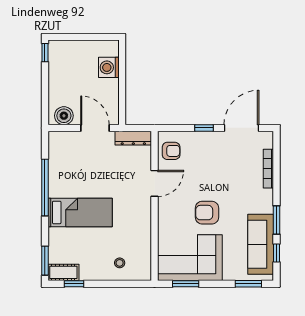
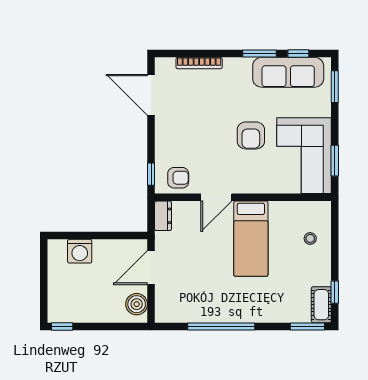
window: (204, 128) -> (151, 174), moved
dresser: (133, 138) -> (163, 216), width x0.70
armchair: (171, 151) -> (178, 178), turned 90
door: (155, 183) -> (216, 197), swing flipped
bed: (80, 212) -> (251, 239), moved, turned 180

